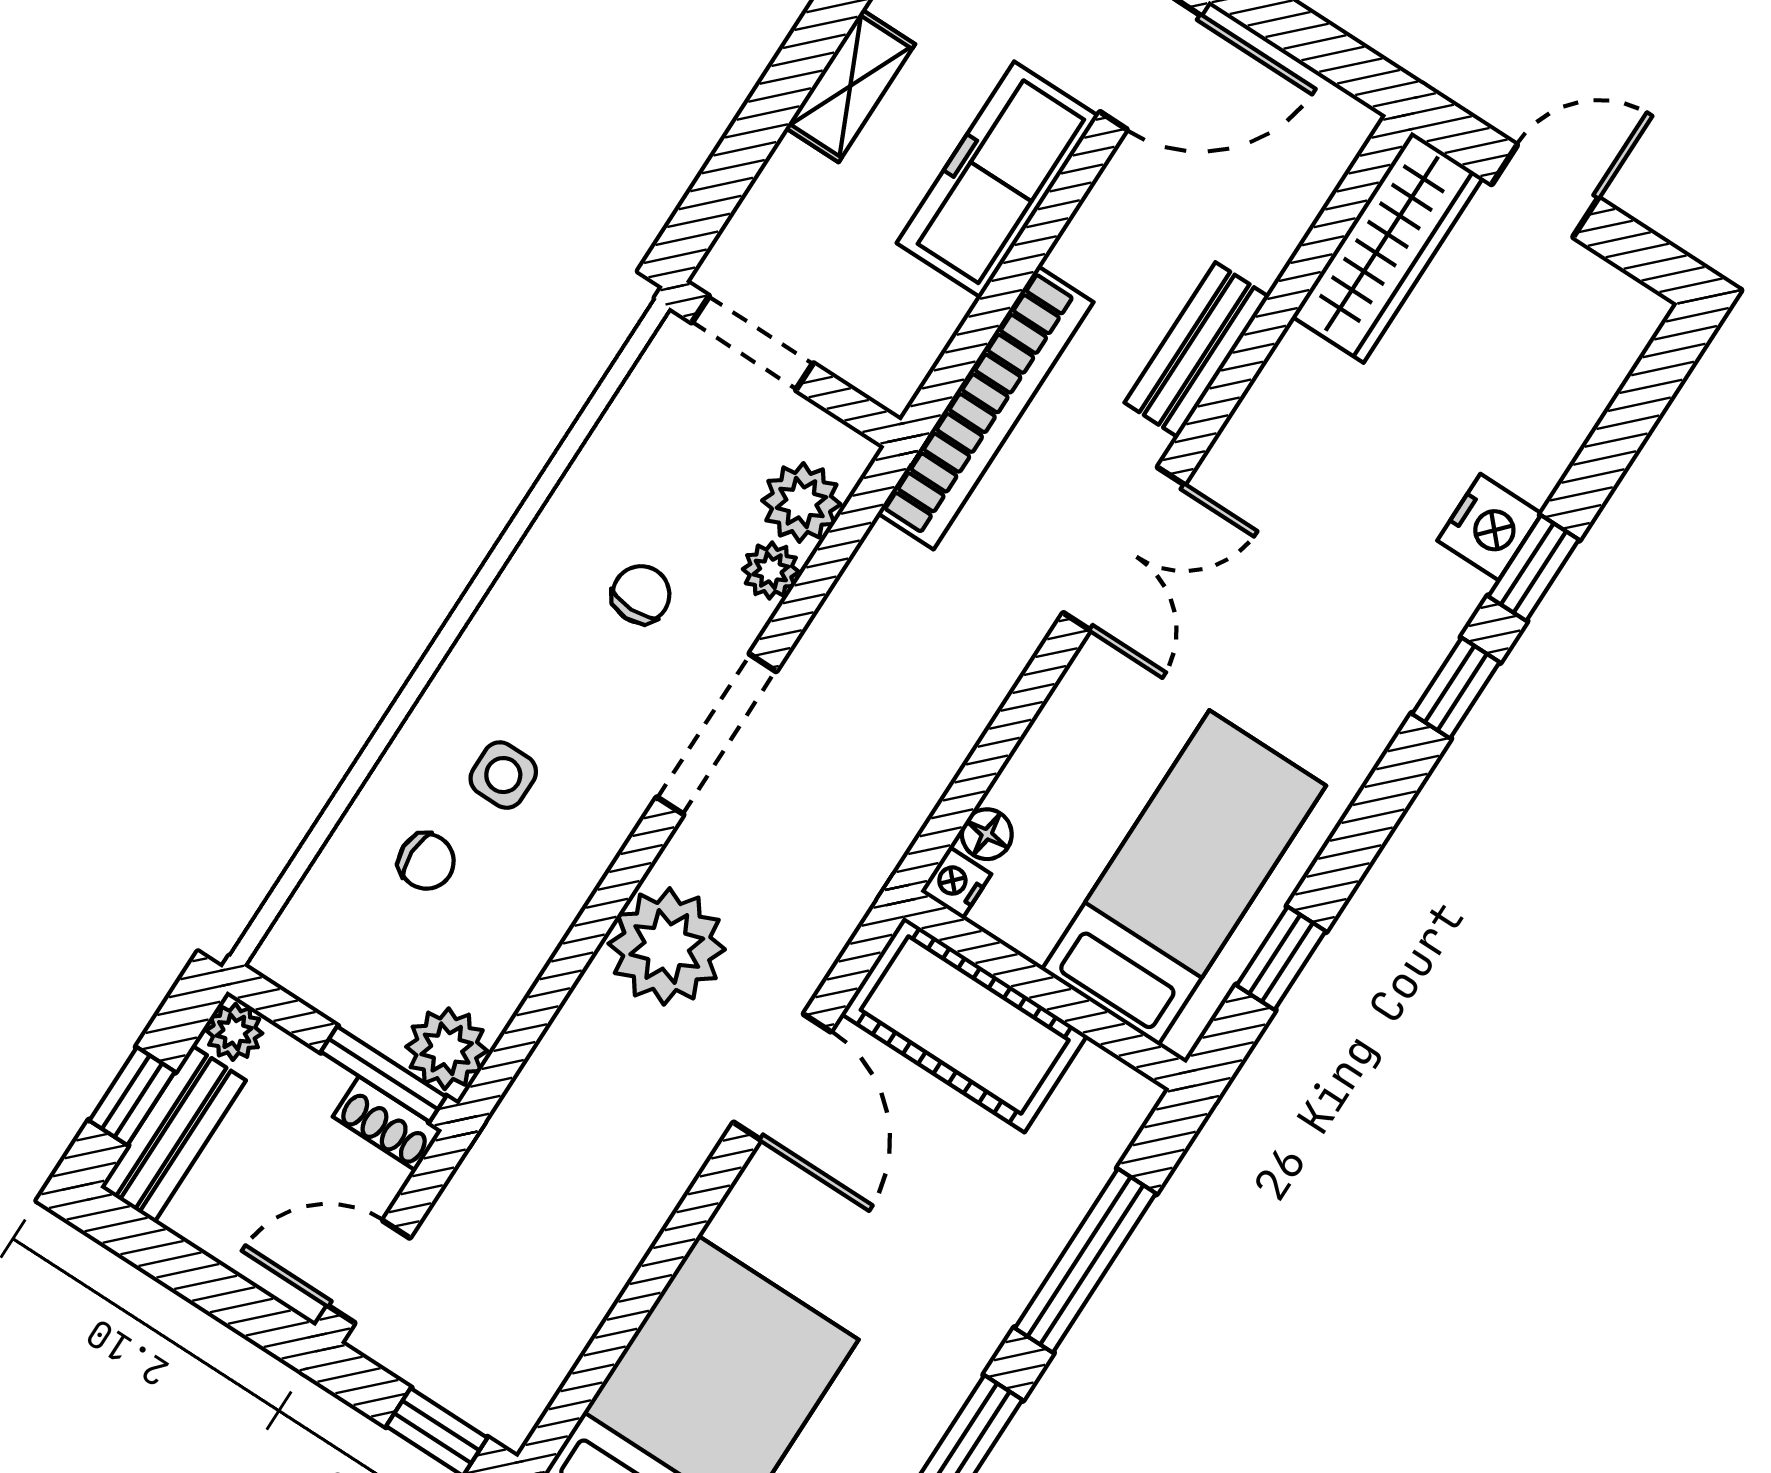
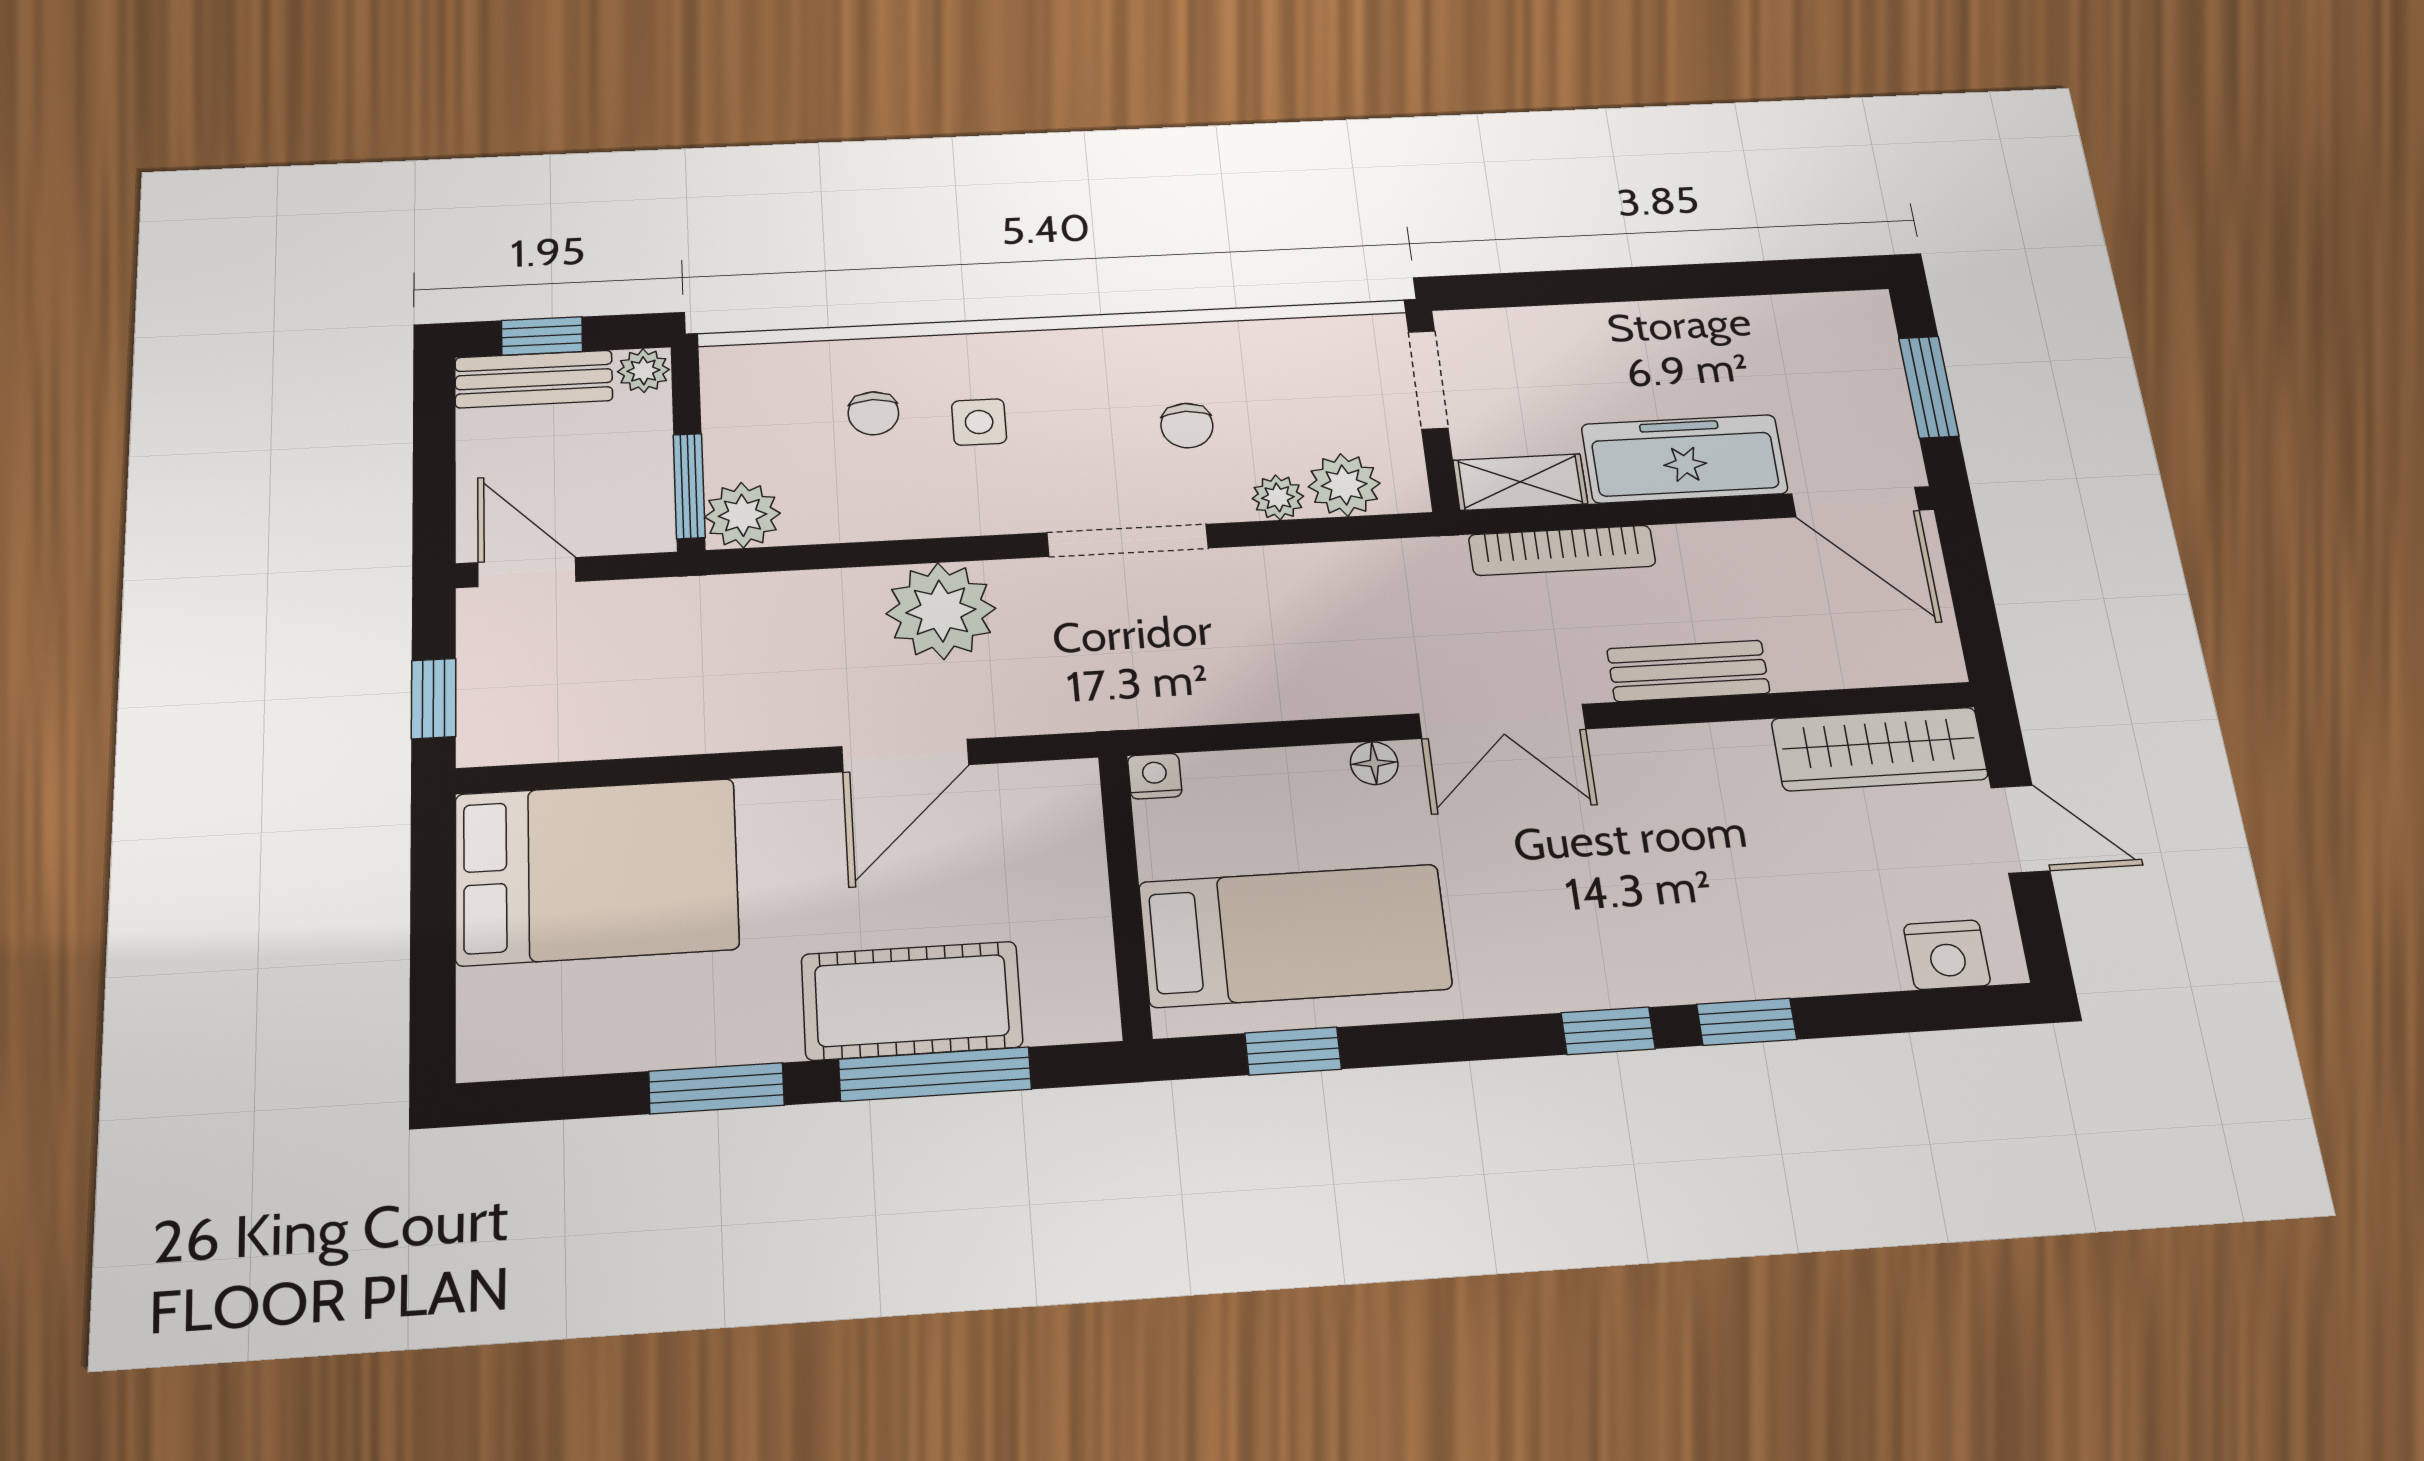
shelving: (850, 86) -> (1520, 482), moved
bookcase: (986, 408) -> (1562, 550), width x0.68, depth x0.76
nightstand: (1489, 527) -> (1947, 955), moved
chair: (641, 594) -> (1187, 426), turned 90
floor lamp: (987, 834) -> (1374, 763), moved
cot: (965, 1025) -> (912, 1001), moved, turned 90
shoe rack: (387, 1123) -> (653, 512), removed

